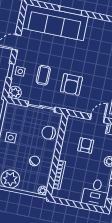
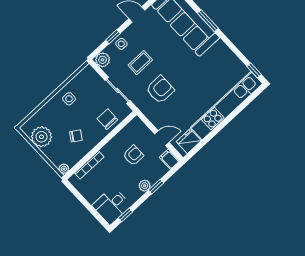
armchair: (71, 84) -> (160, 90), turned 180

